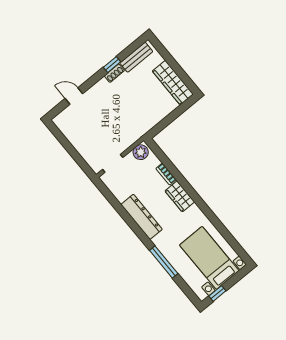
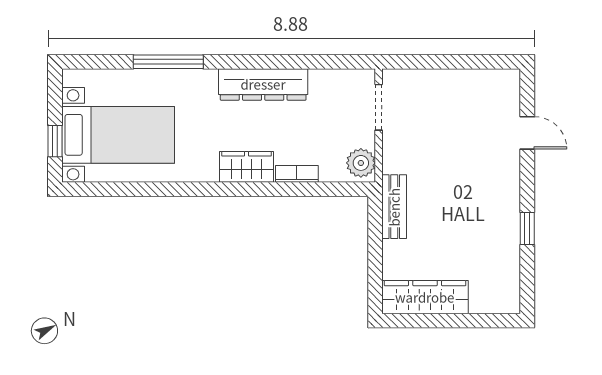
bench: (136, 57) -> (394, 207), moved
shoe rack: (114, 73) -> (511, 221), removed
door: (74, 96) -> (527, 133), hinge flipped
window: (217, 293) -> (55, 141), moved

